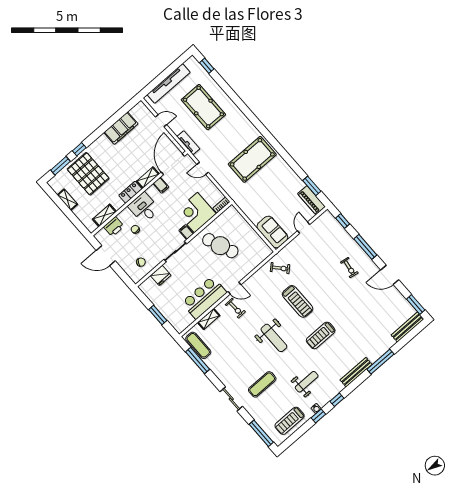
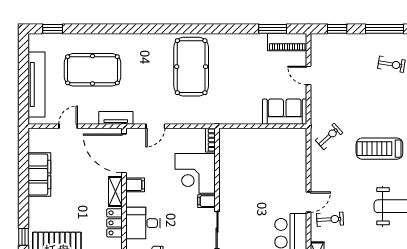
cafe table: (220, 246) -> (252, 178), removed
treadmill: (298, 301) -> (379, 149), turned 180

